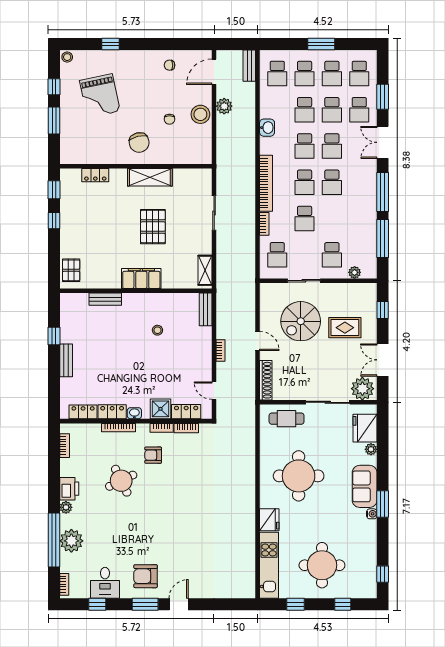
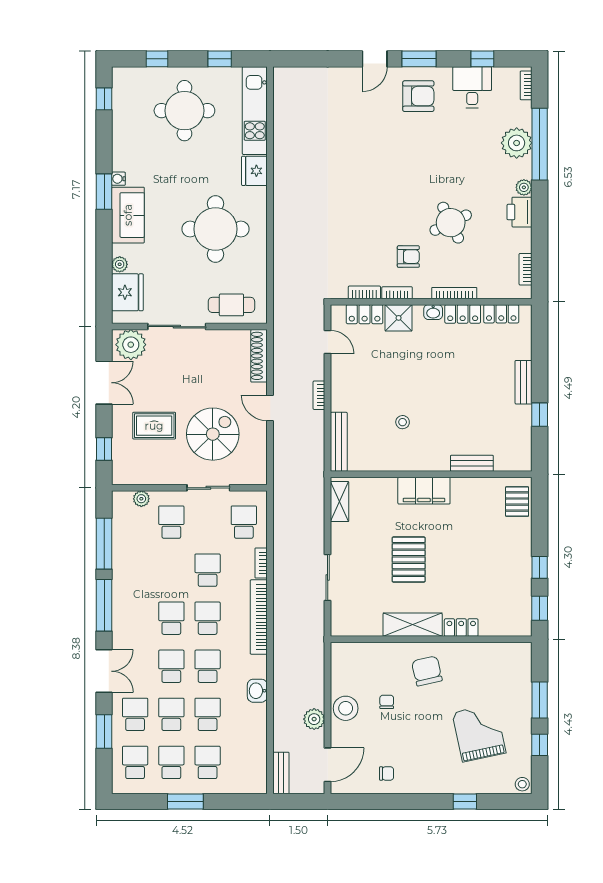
school desk: (277, 73) -> (244, 762), removed
locker: (95, 175) -> (461, 628), moved
bench: (206, 309) -> (339, 442), width x1.36

